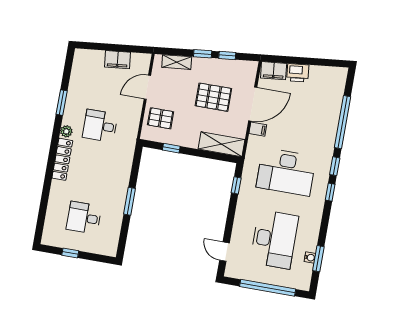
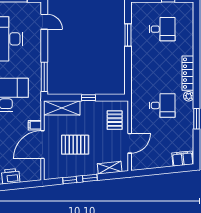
filing cabinet: (117, 60) -> (183, 159), moved
filing cabinet: (274, 71) -> (30, 174), removed
pallet: (161, 118) -> (115, 120), turned 90
window: (171, 148) -> (89, 98), moved
window: (236, 185) -> (44, 77), width x2.17
window: (129, 201) -> (128, 35), moved

